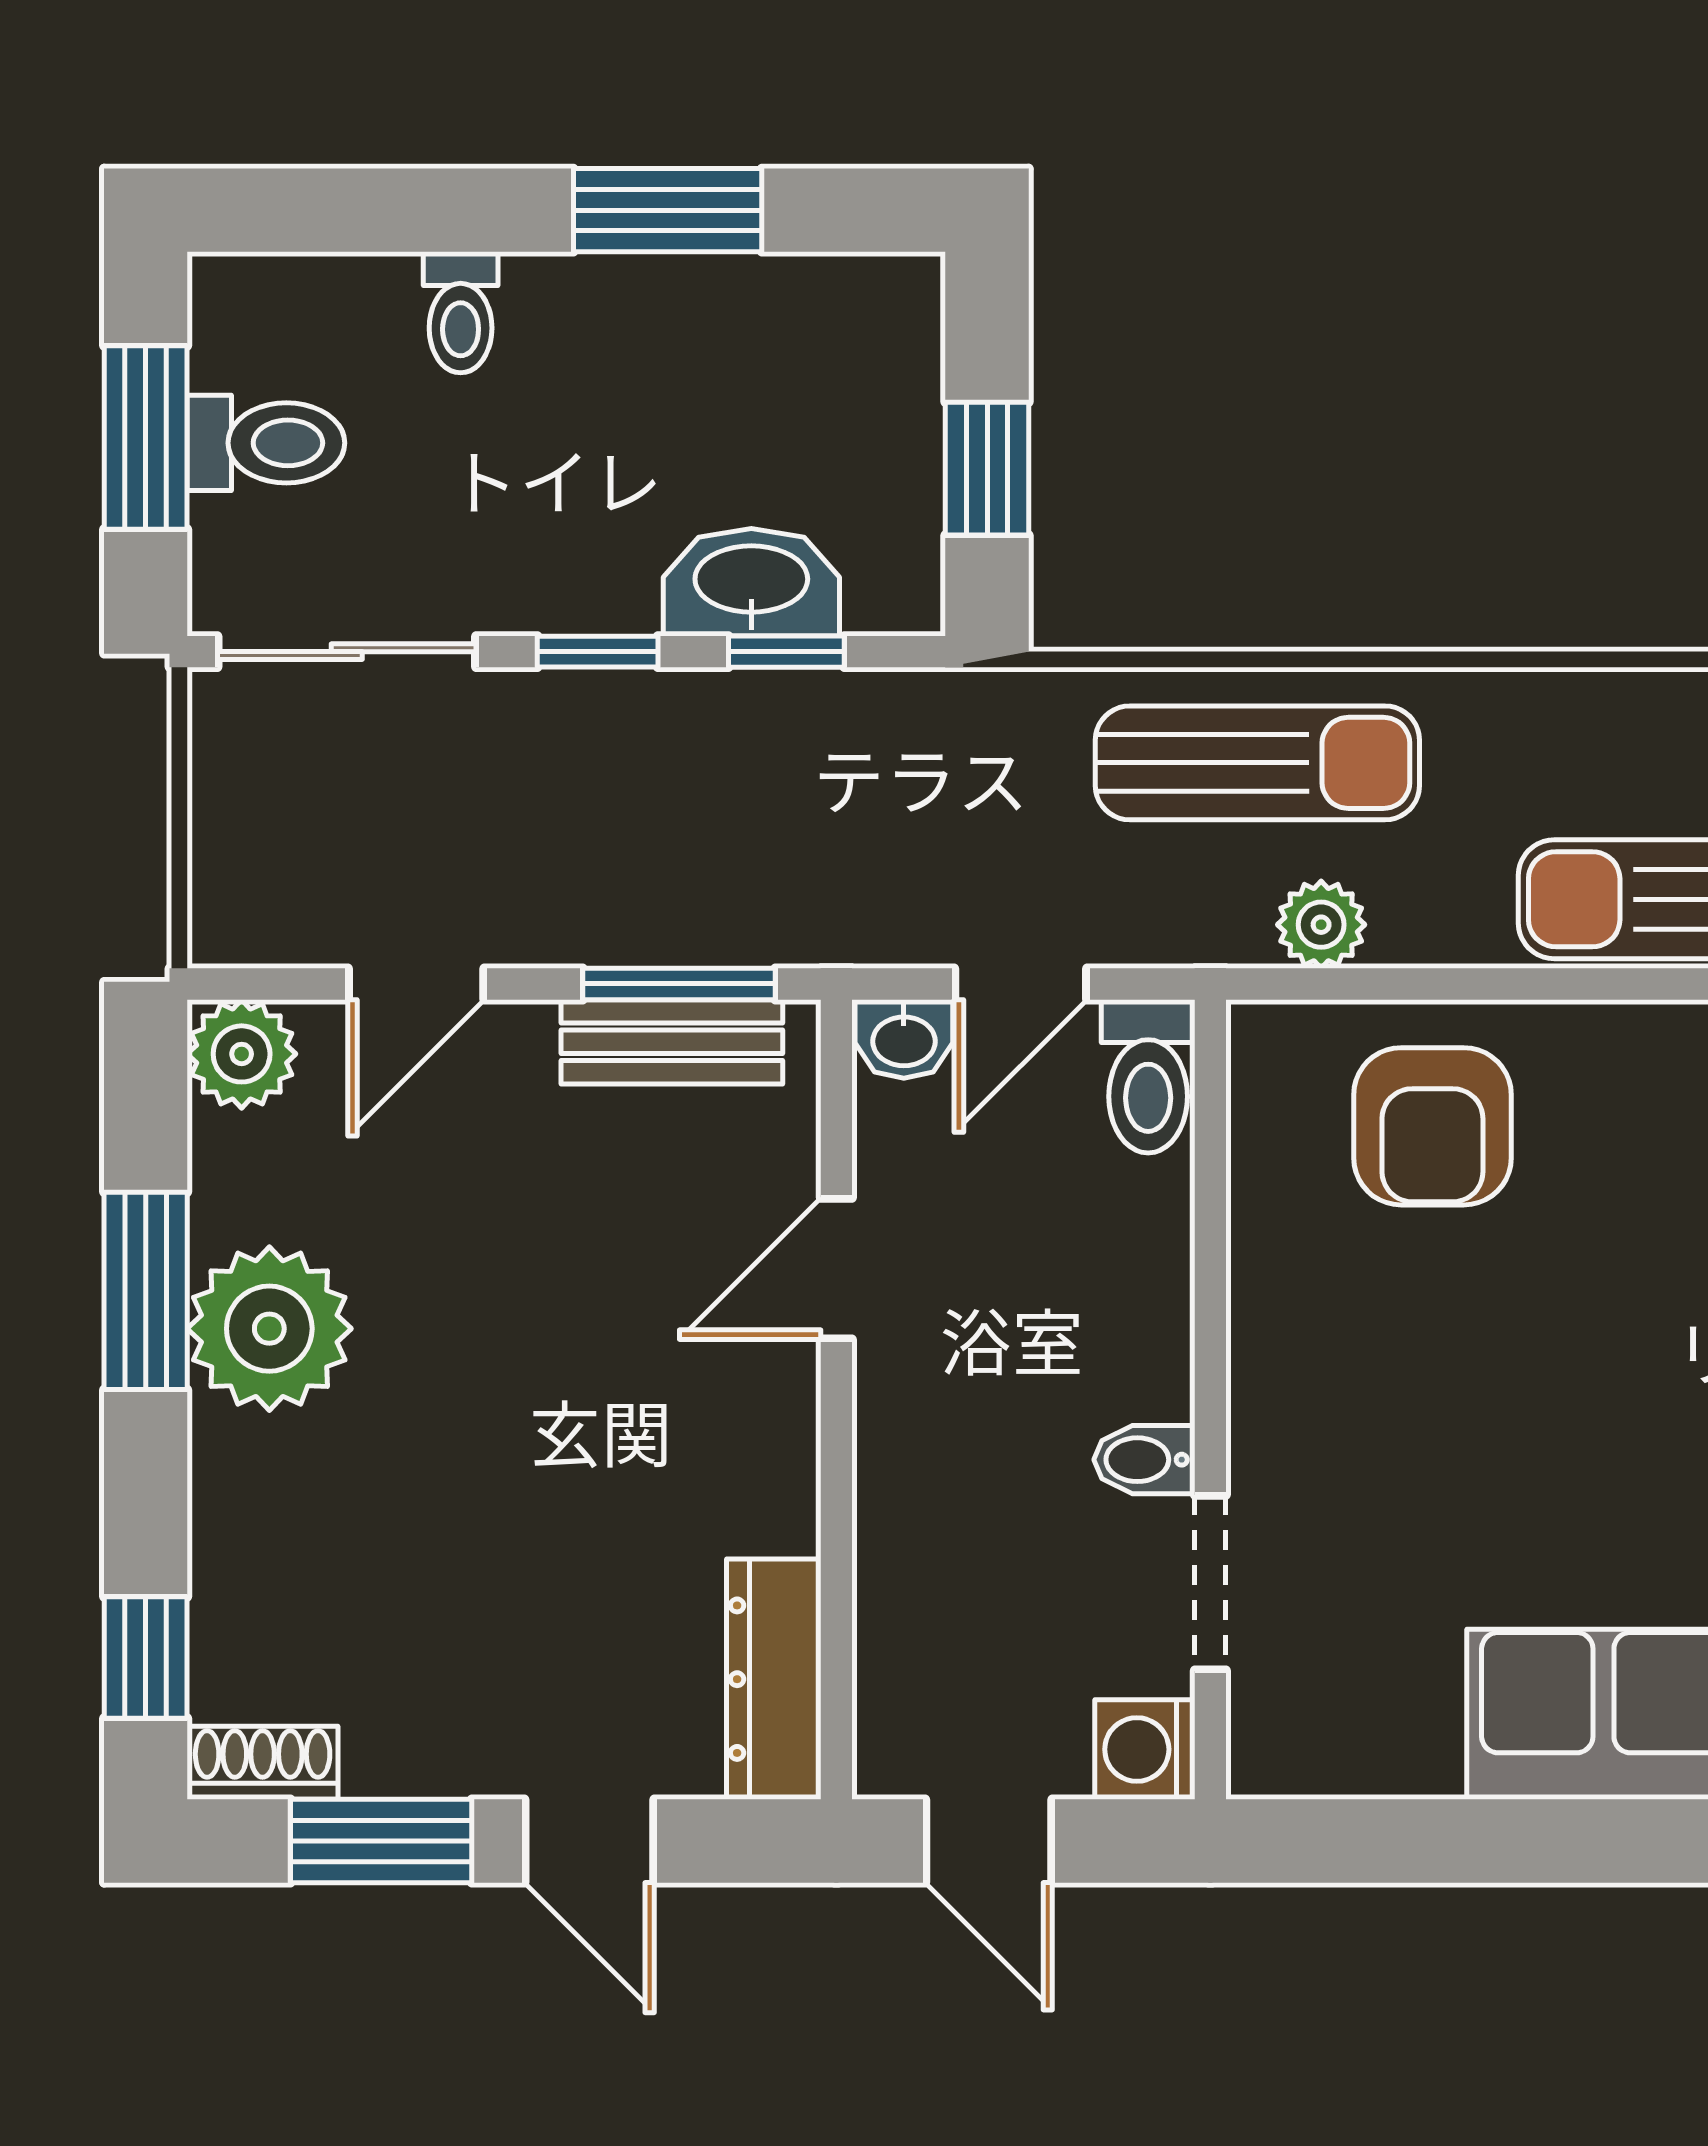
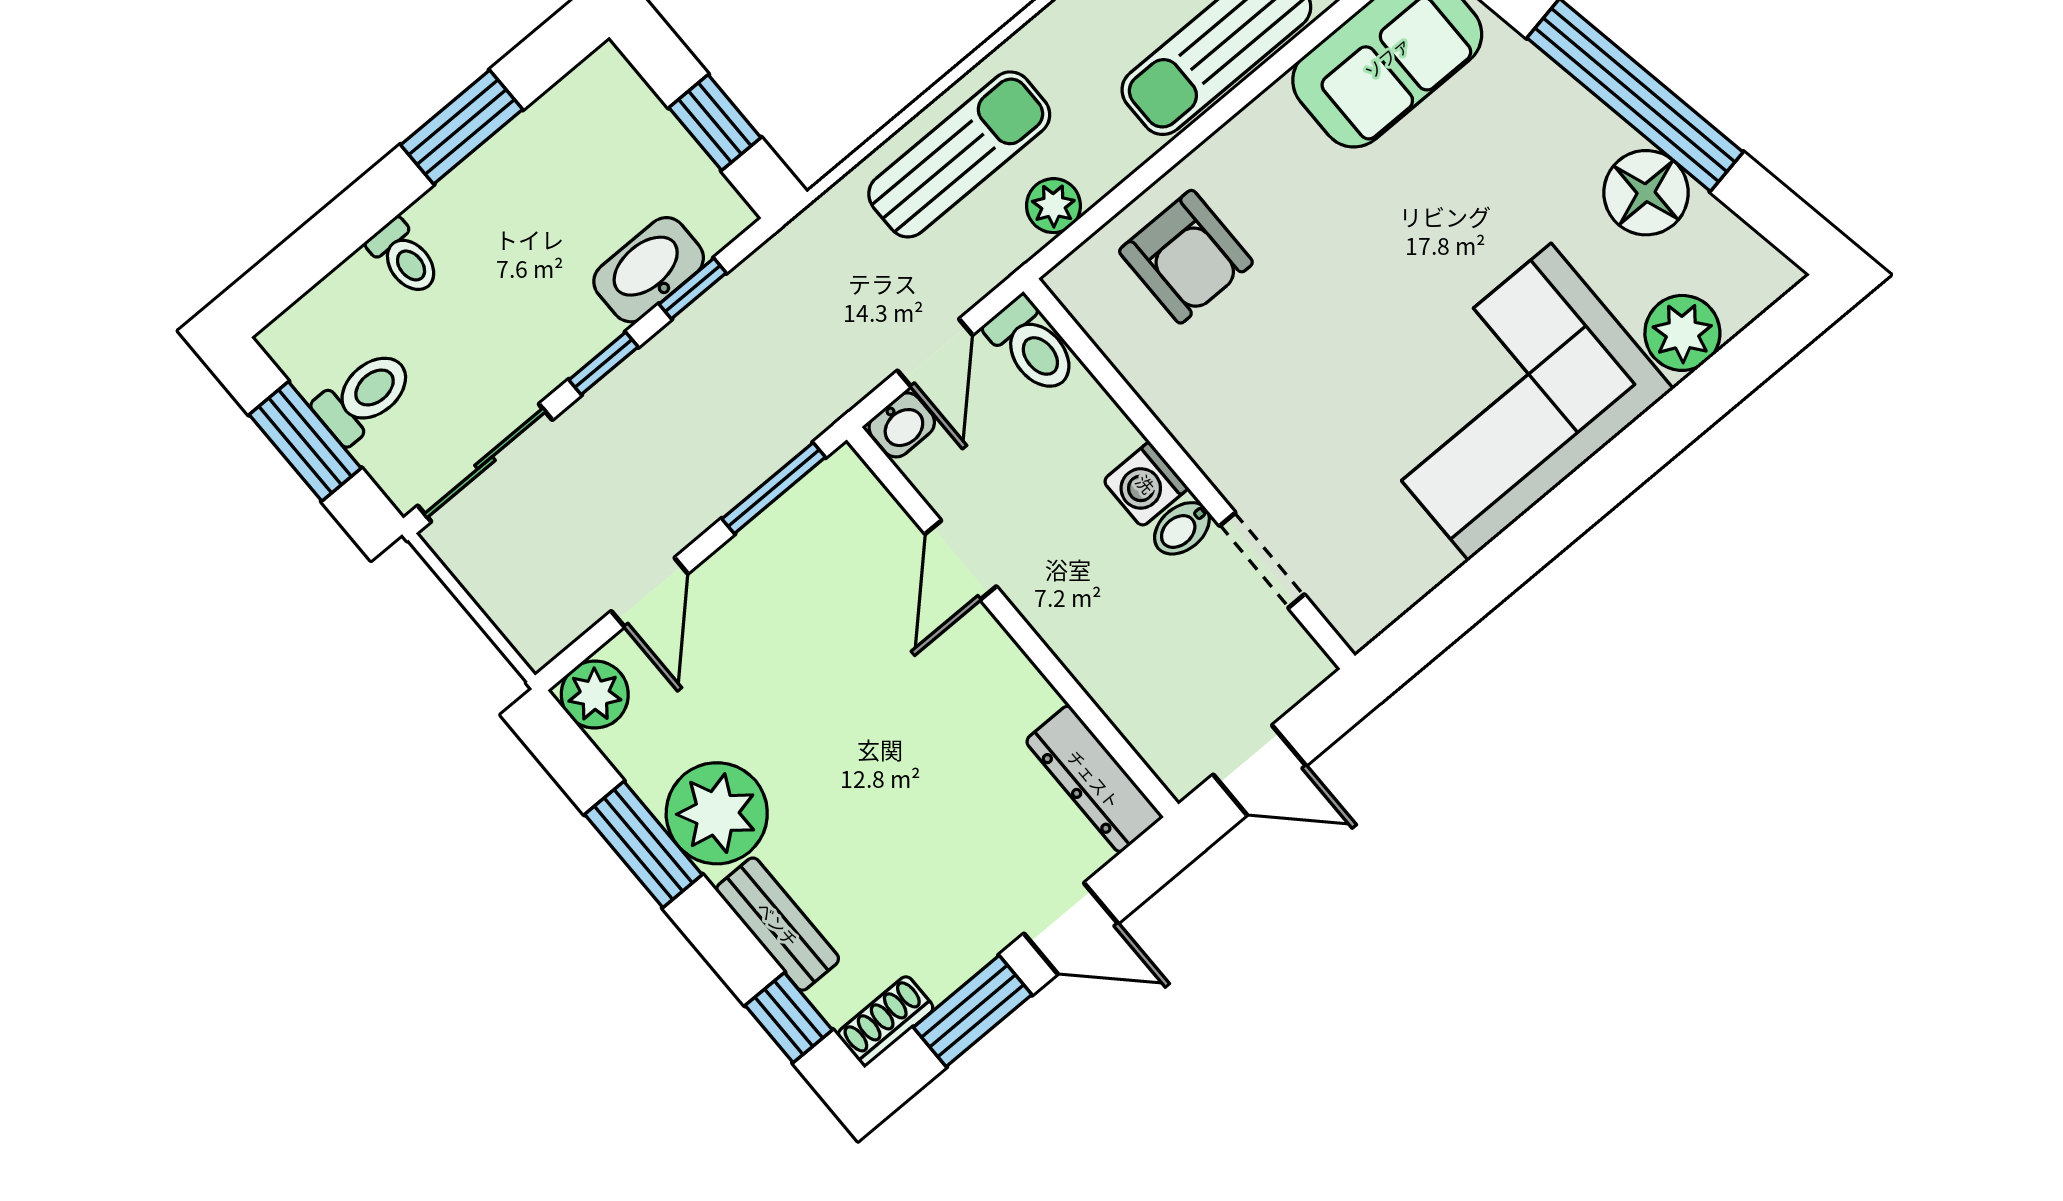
bench: (672, 1042) -> (778, 924), moved, turned 90
washing machine: (1145, 1749) -> (1146, 484), moved

